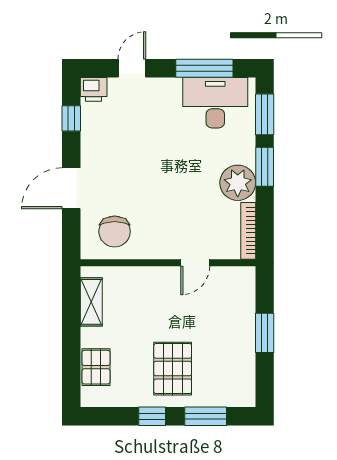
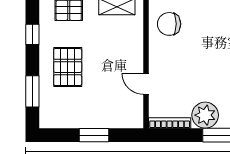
pallet: (173, 369) -> (68, 67), turned 90
window: (152, 416) -> (32, 34), moved

